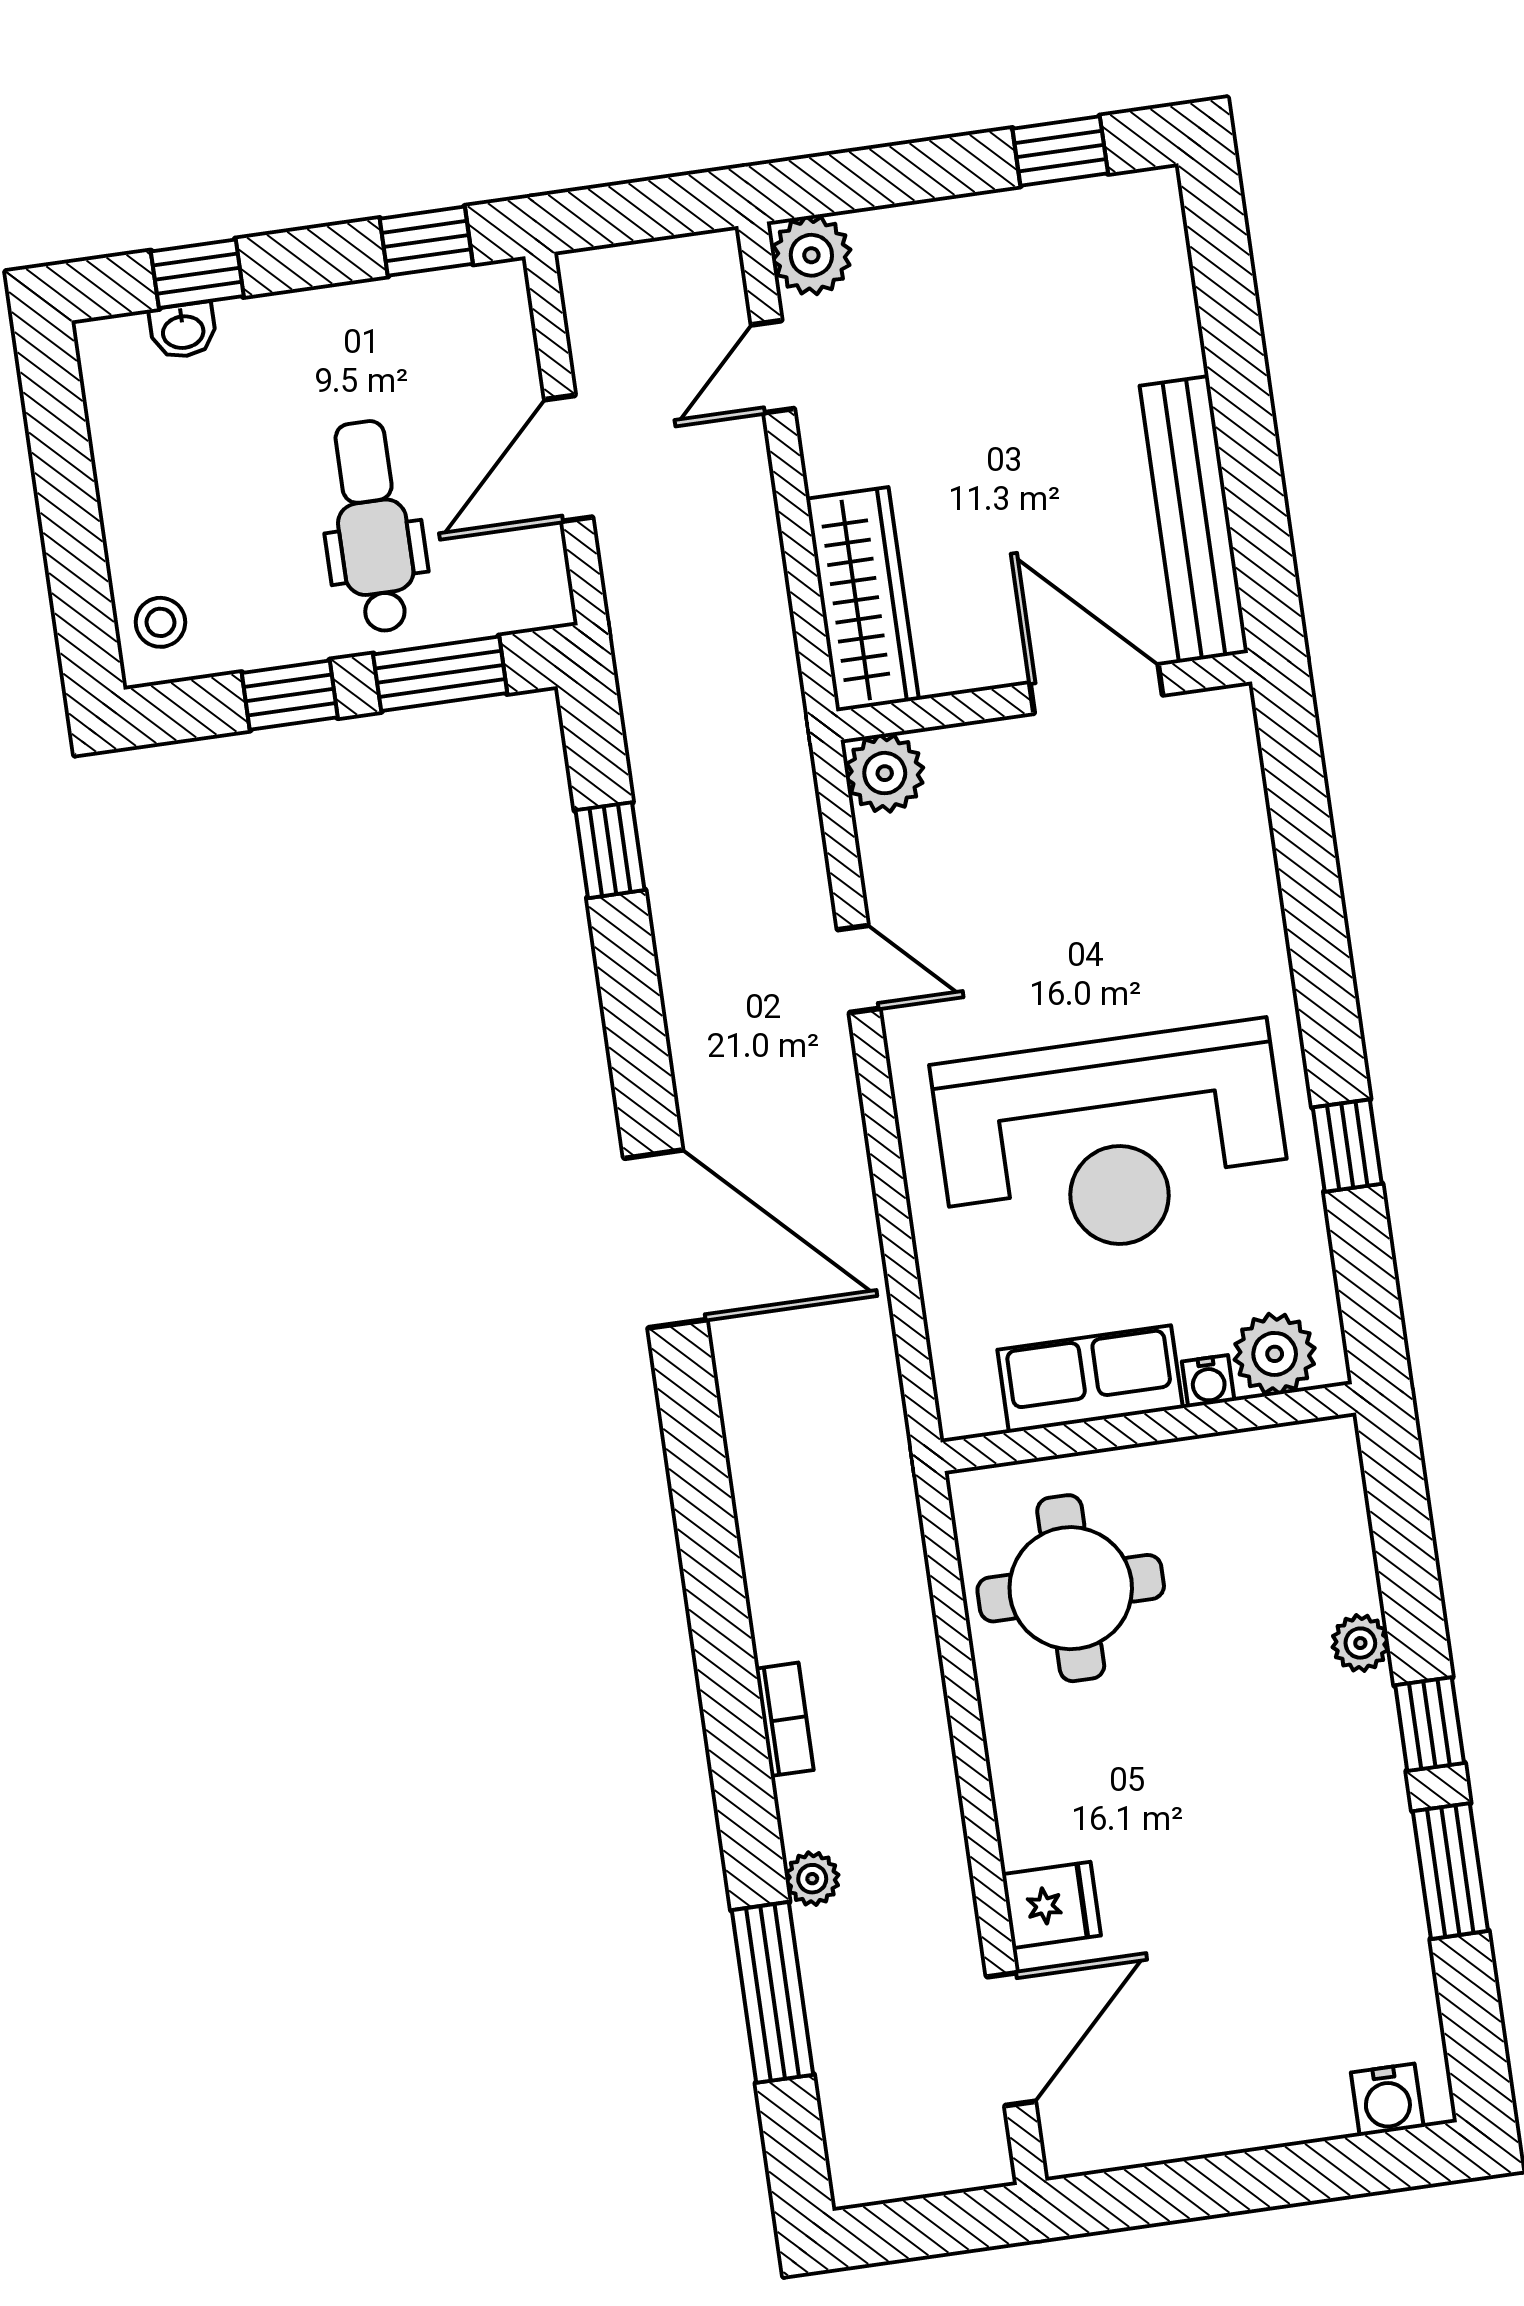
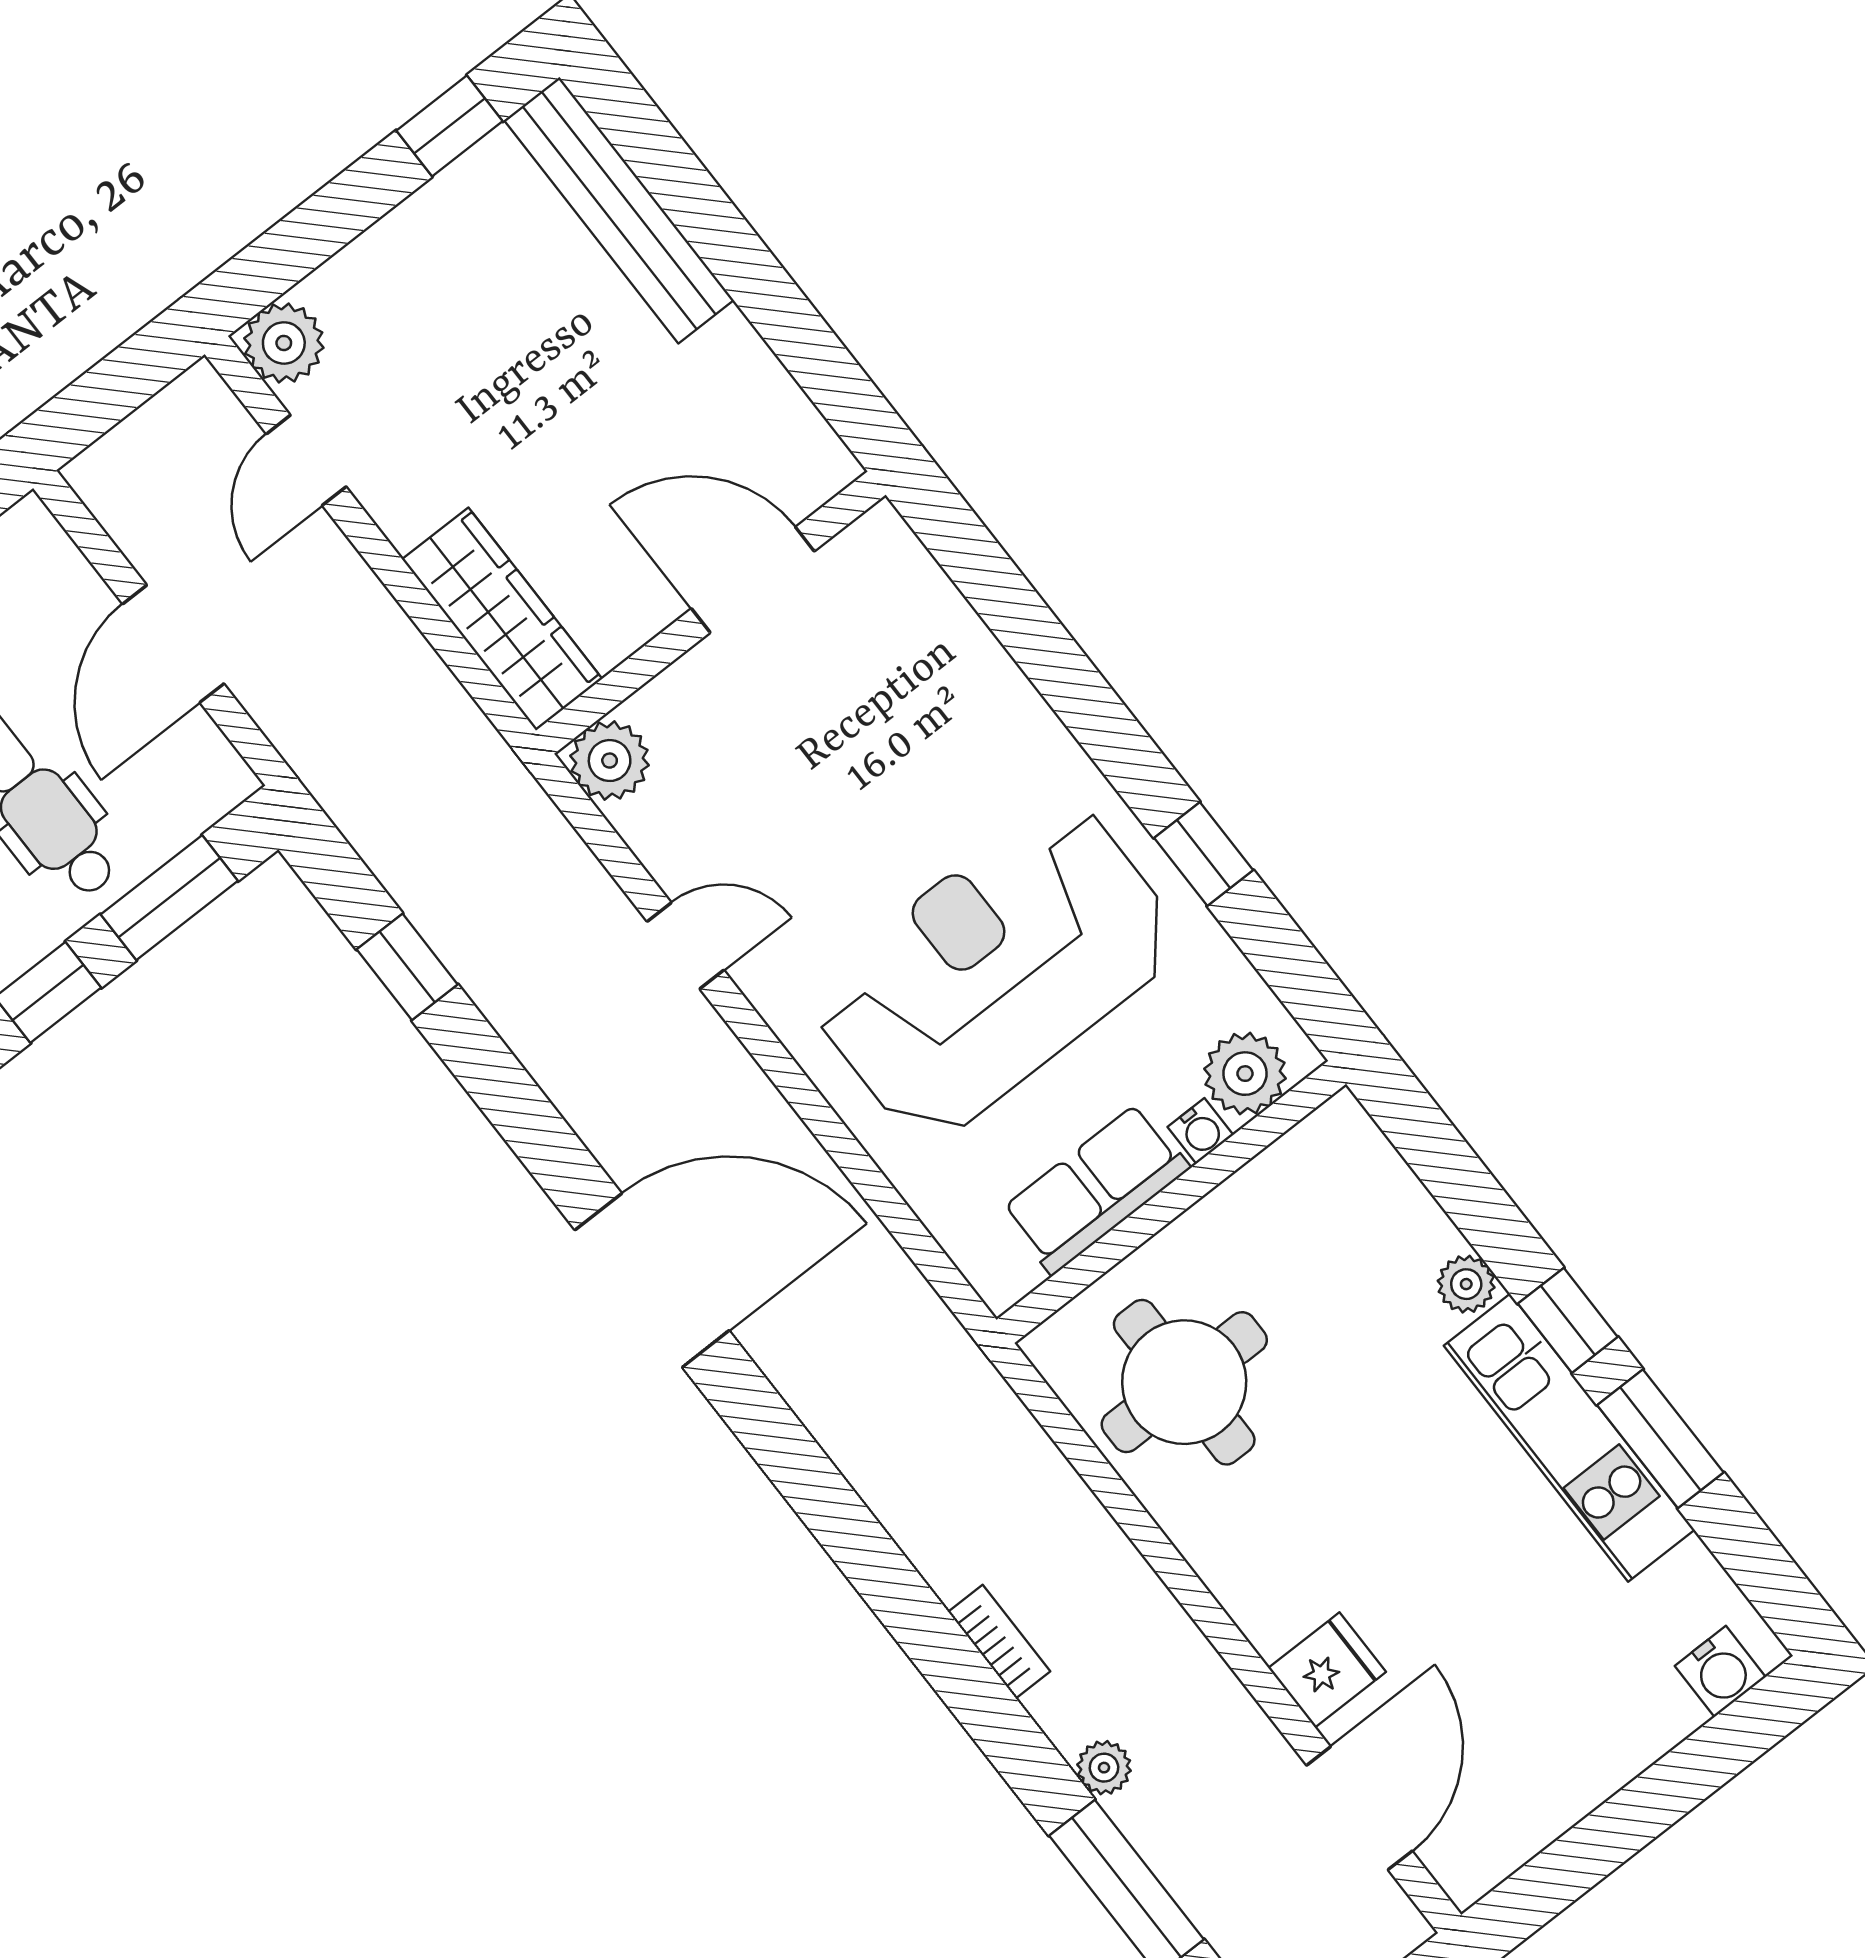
bench: (1194, 519) -> (619, 210), moved
reception desk: (1112, 1142) -> (996, 970), turned 180
kitchen unit: (1373, 1825) -> (1569, 1438), added

